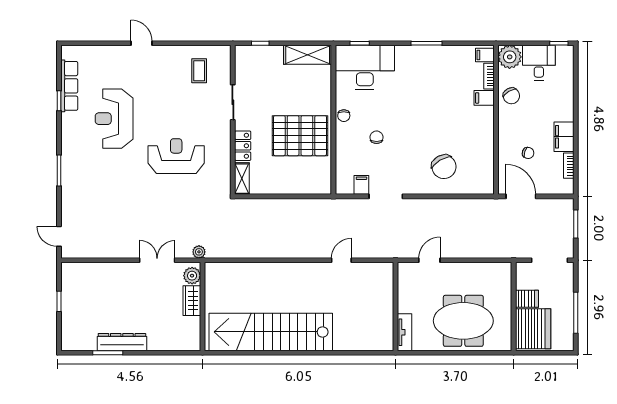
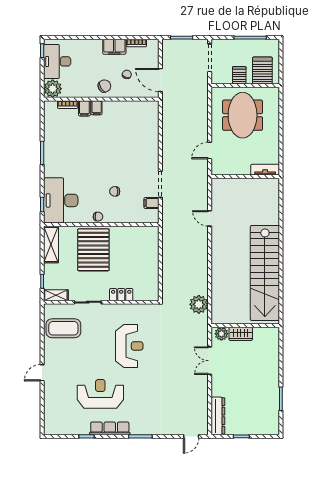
filing cabinet: (485, 55) -> (97, 108), moved
desk: (539, 63) -> (57, 61), width x1.37
coffee table: (199, 71) -> (63, 328), width x1.86, depth x1.72
row of seats: (69, 86) -> (110, 428), moved
chair: (511, 96) -> (104, 86), moved
reception desk: (114, 119) -> (100, 394), turned 180
pallet: (300, 136) -> (93, 250), moved
reception desk: (176, 156) -> (129, 346), turned 180
chair: (444, 167) -> (137, 139), removed
shelving: (242, 179) -> (56, 295), moved
door: (521, 196) -> (160, 80), hinge flipped
plant: (199, 252) -> (199, 304), moved, width x1.88, depth x1.88
door: (429, 260) -> (210, 151), hinge flipped
meeting table: (463, 321) -> (243, 115), moved
server rack: (533, 329) -> (262, 71), width x0.62
dresser: (122, 342) -> (218, 416), moved, turned 180

